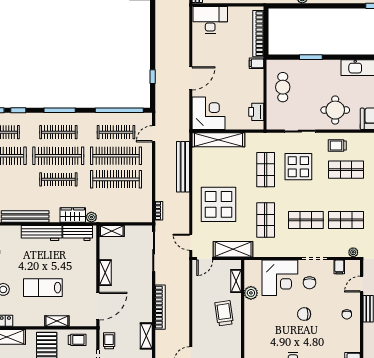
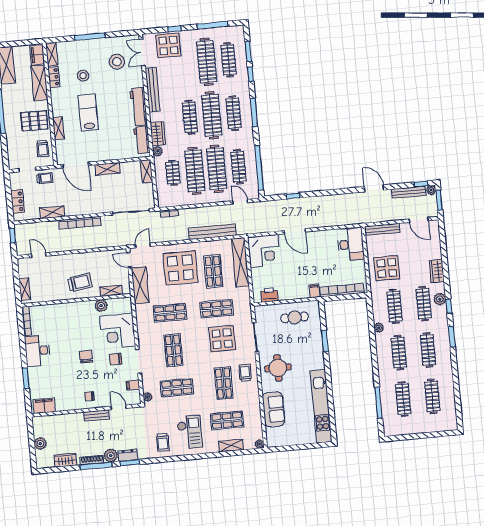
shop shelf: (225, 170) -> (213, 271), added
clothes rail: (116, 203) -> (173, 173), added
shop shelf: (346, 220) -> (177, 387), turned 90

